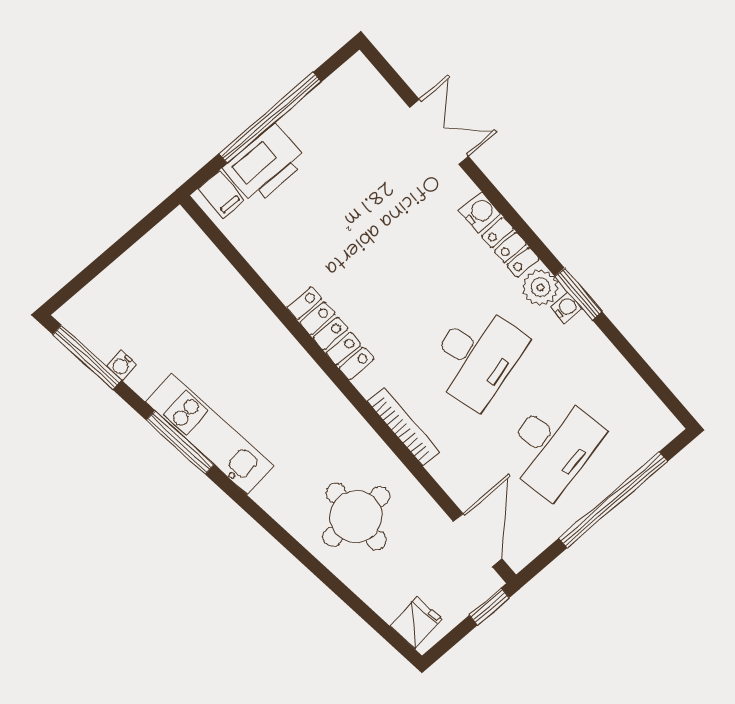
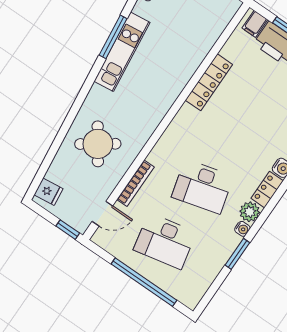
window: (578, 294) -> (237, 254), moved
locker: (330, 333) -> (209, 82), moved
bookcase: (403, 427) -> (135, 183), moved
round table: (356, 517) -> (98, 144), turned -35
door: (478, 540) -> (102, 214), width x0.73

